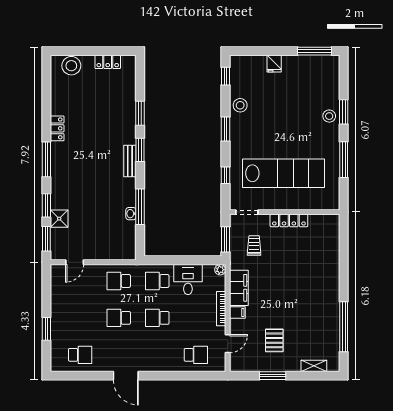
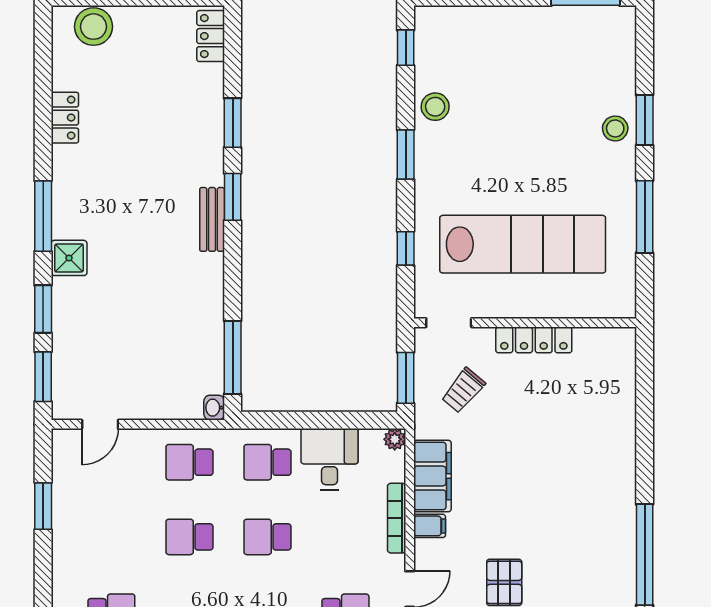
locker: (108, 62) -> (211, 36), moved, turned 90
fridge: (274, 64) -> (504, 22), removed
locker: (57, 128) -> (65, 118), moved
window: (140, 207) -> (233, 357), moved
washbasin: (131, 214) -> (214, 408), moved
shower: (59, 219) -> (69, 258), moved
trolley: (254, 245) -> (463, 390), turned -140
window: (46, 329) -> (43, 506), moved

